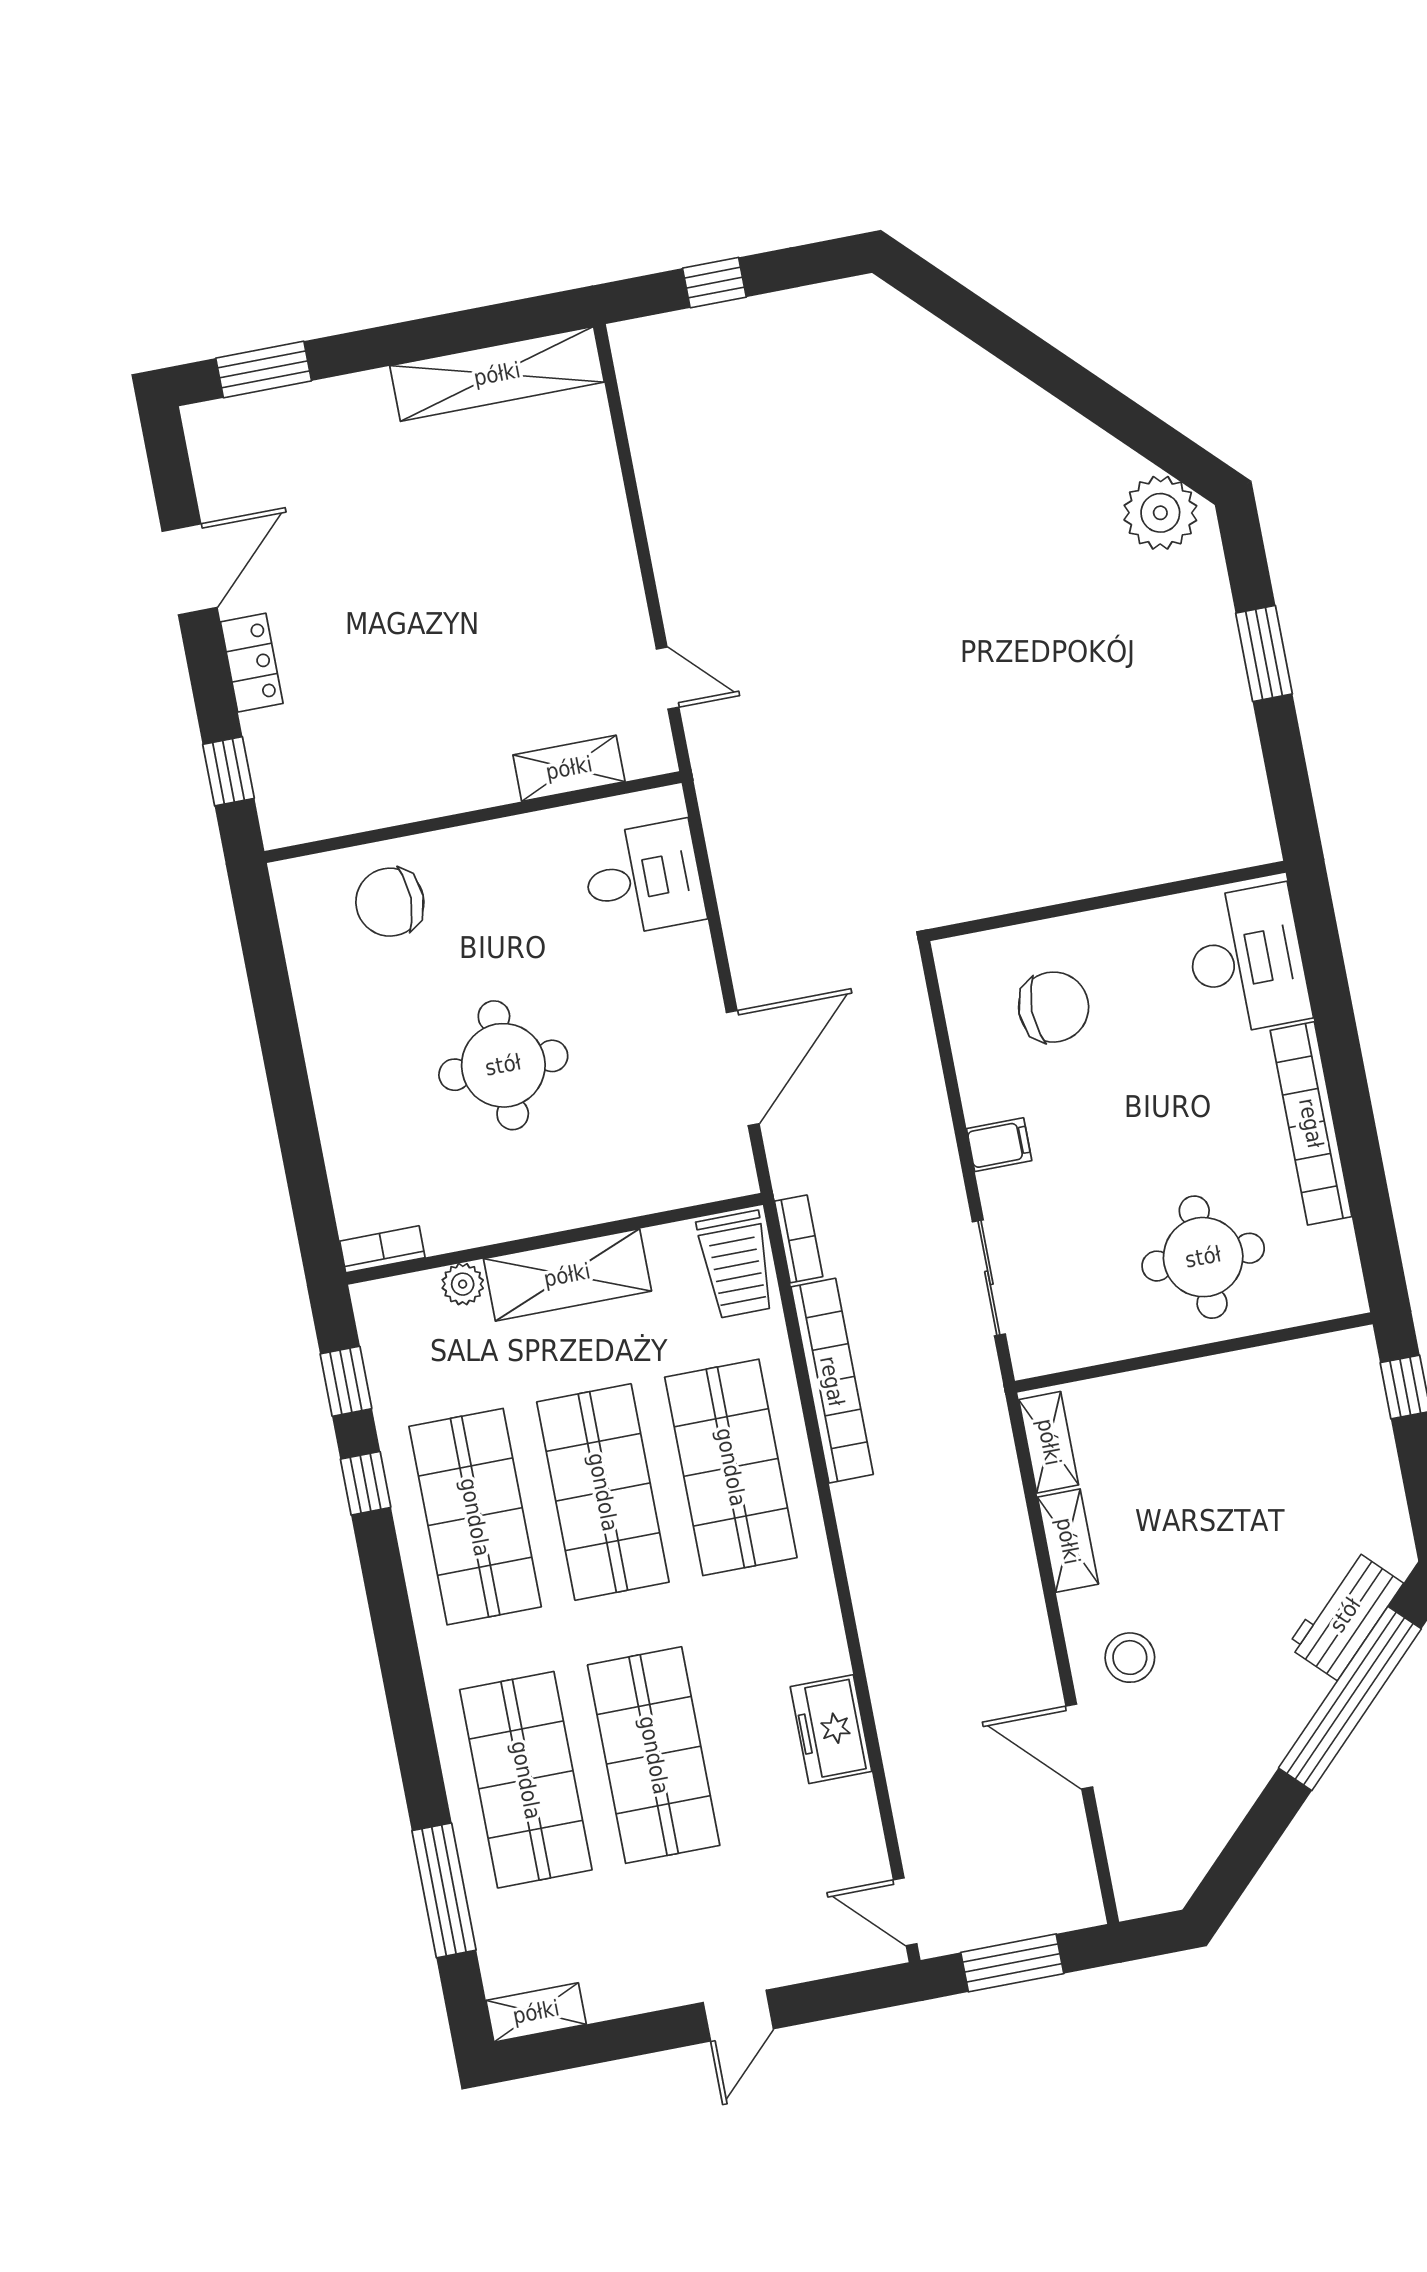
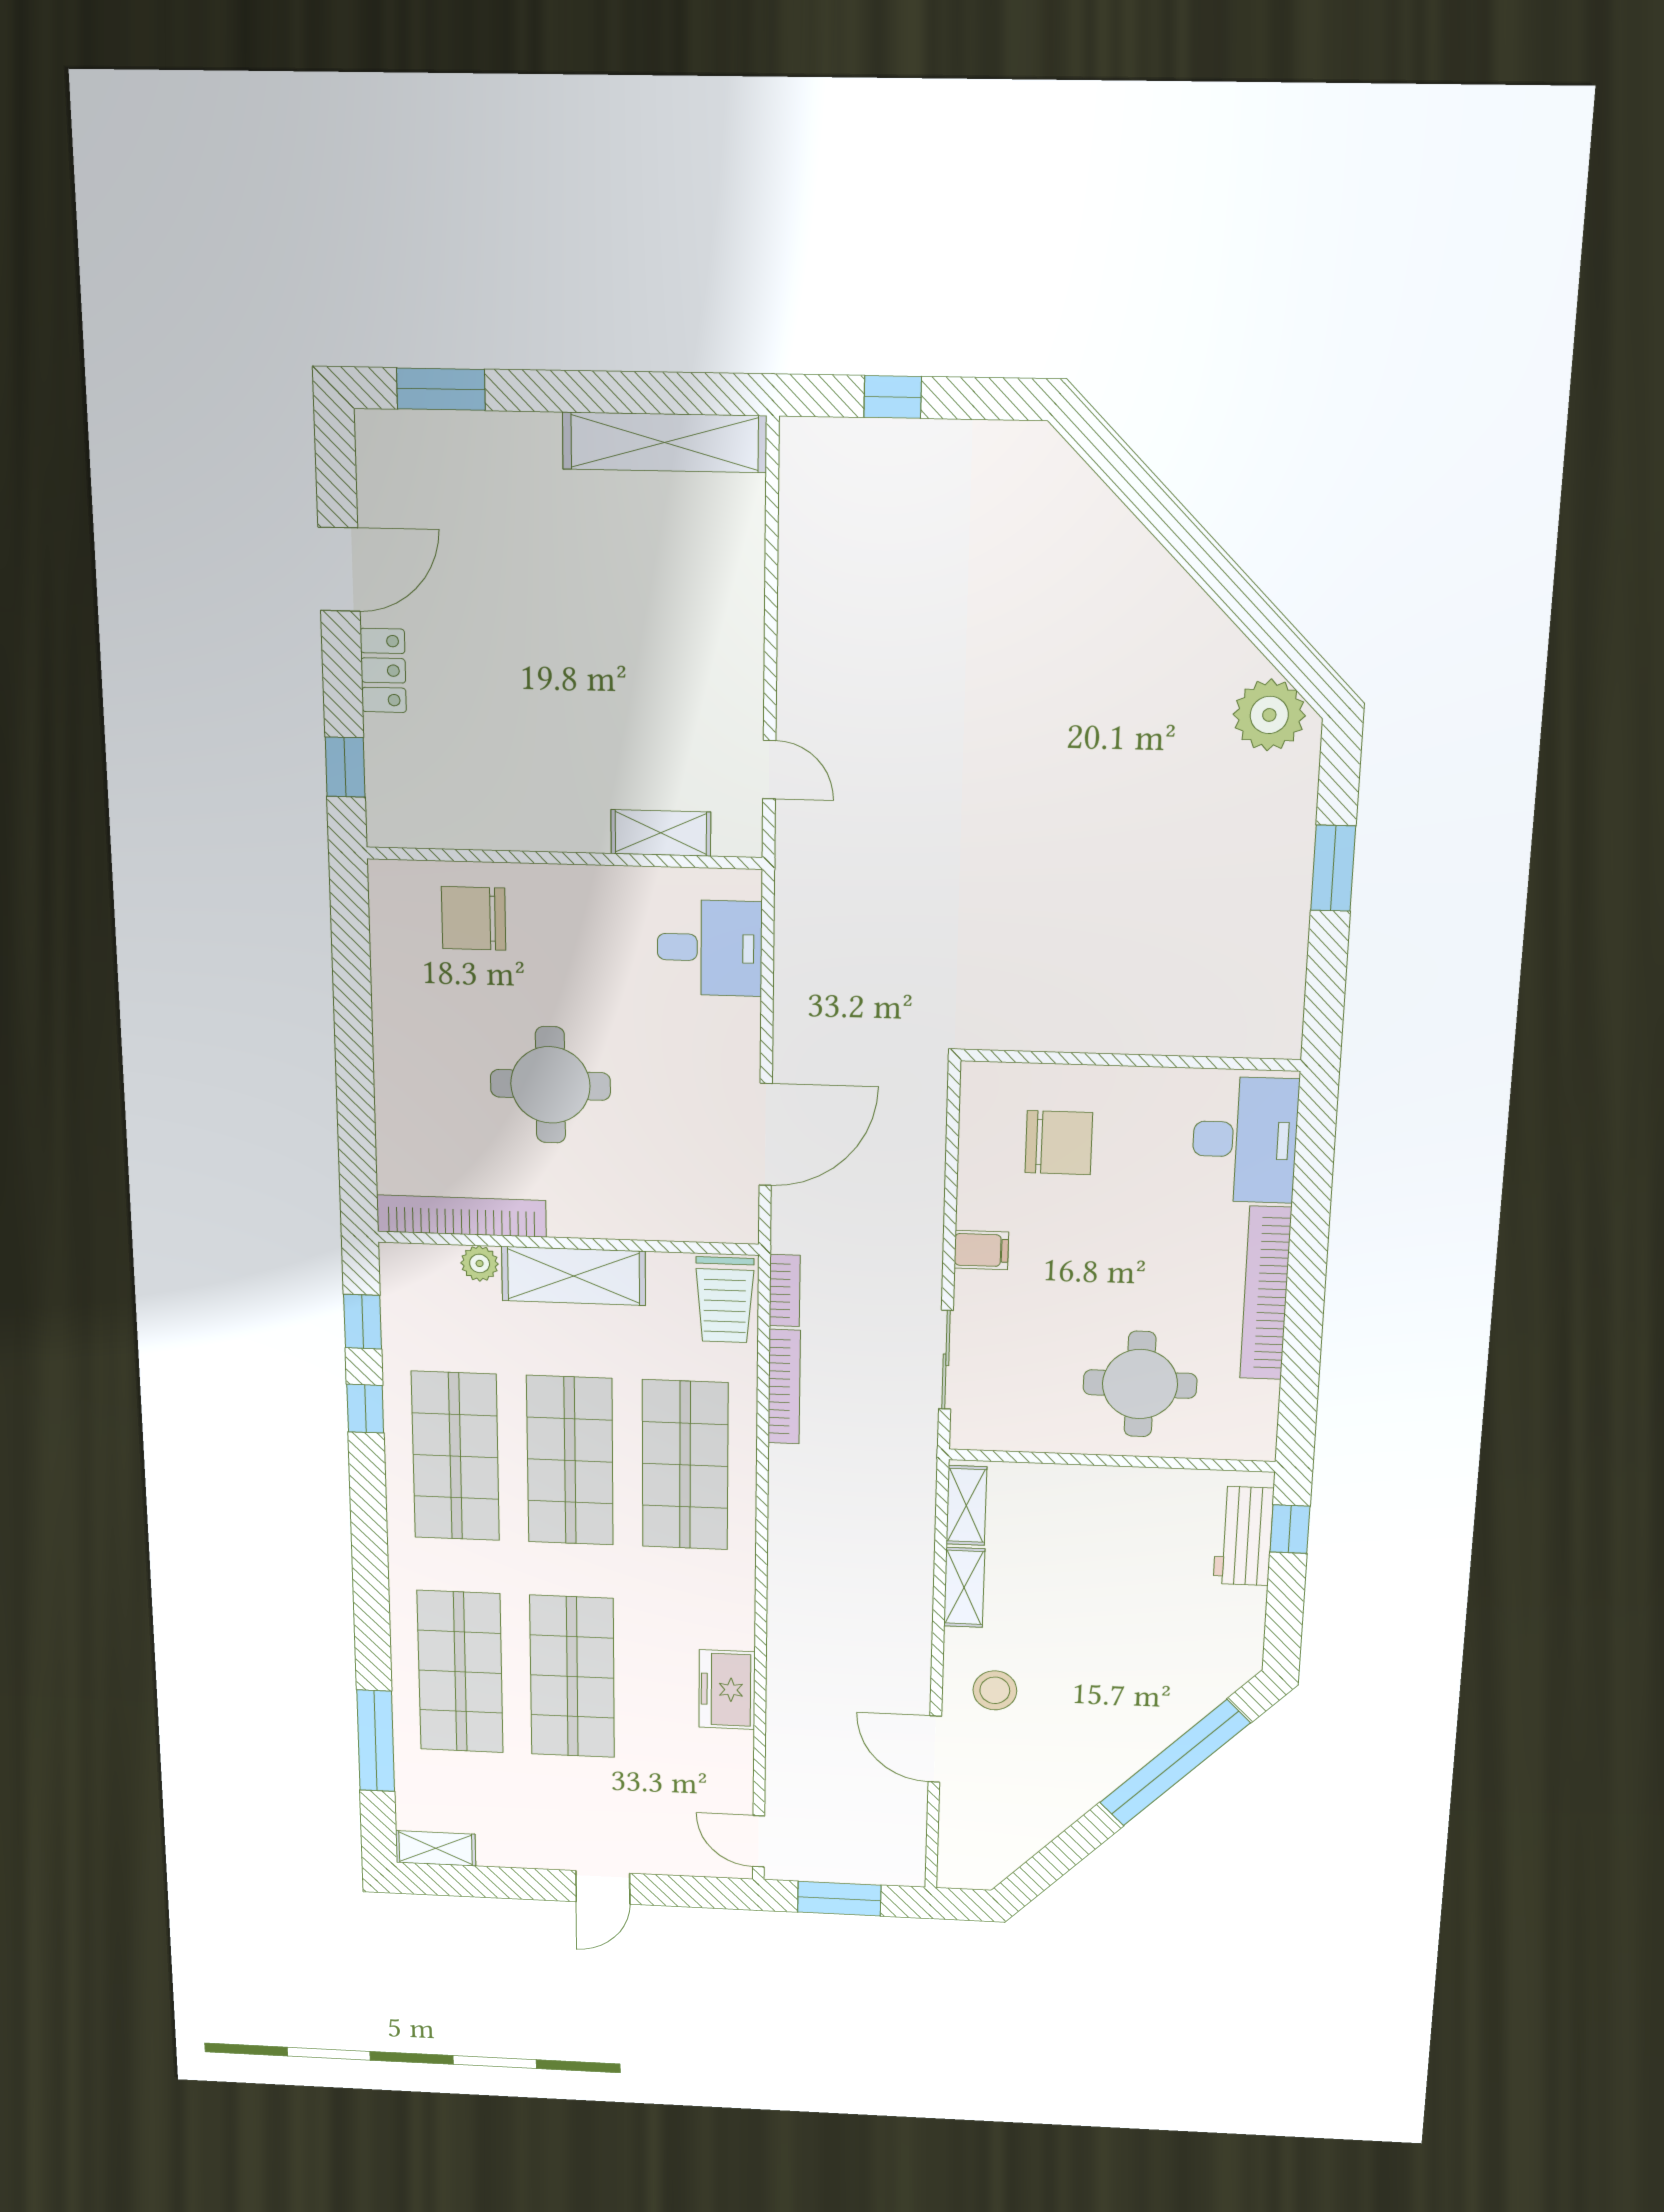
bookcase: (382, 1249) -> (461, 1216), width x2.31, depth x1.31
bookcase: (832, 1381) -> (784, 1387), width x0.68, depth x0.76
workbench: (1345, 1615) -> (1244, 1536), moved, turned -45

